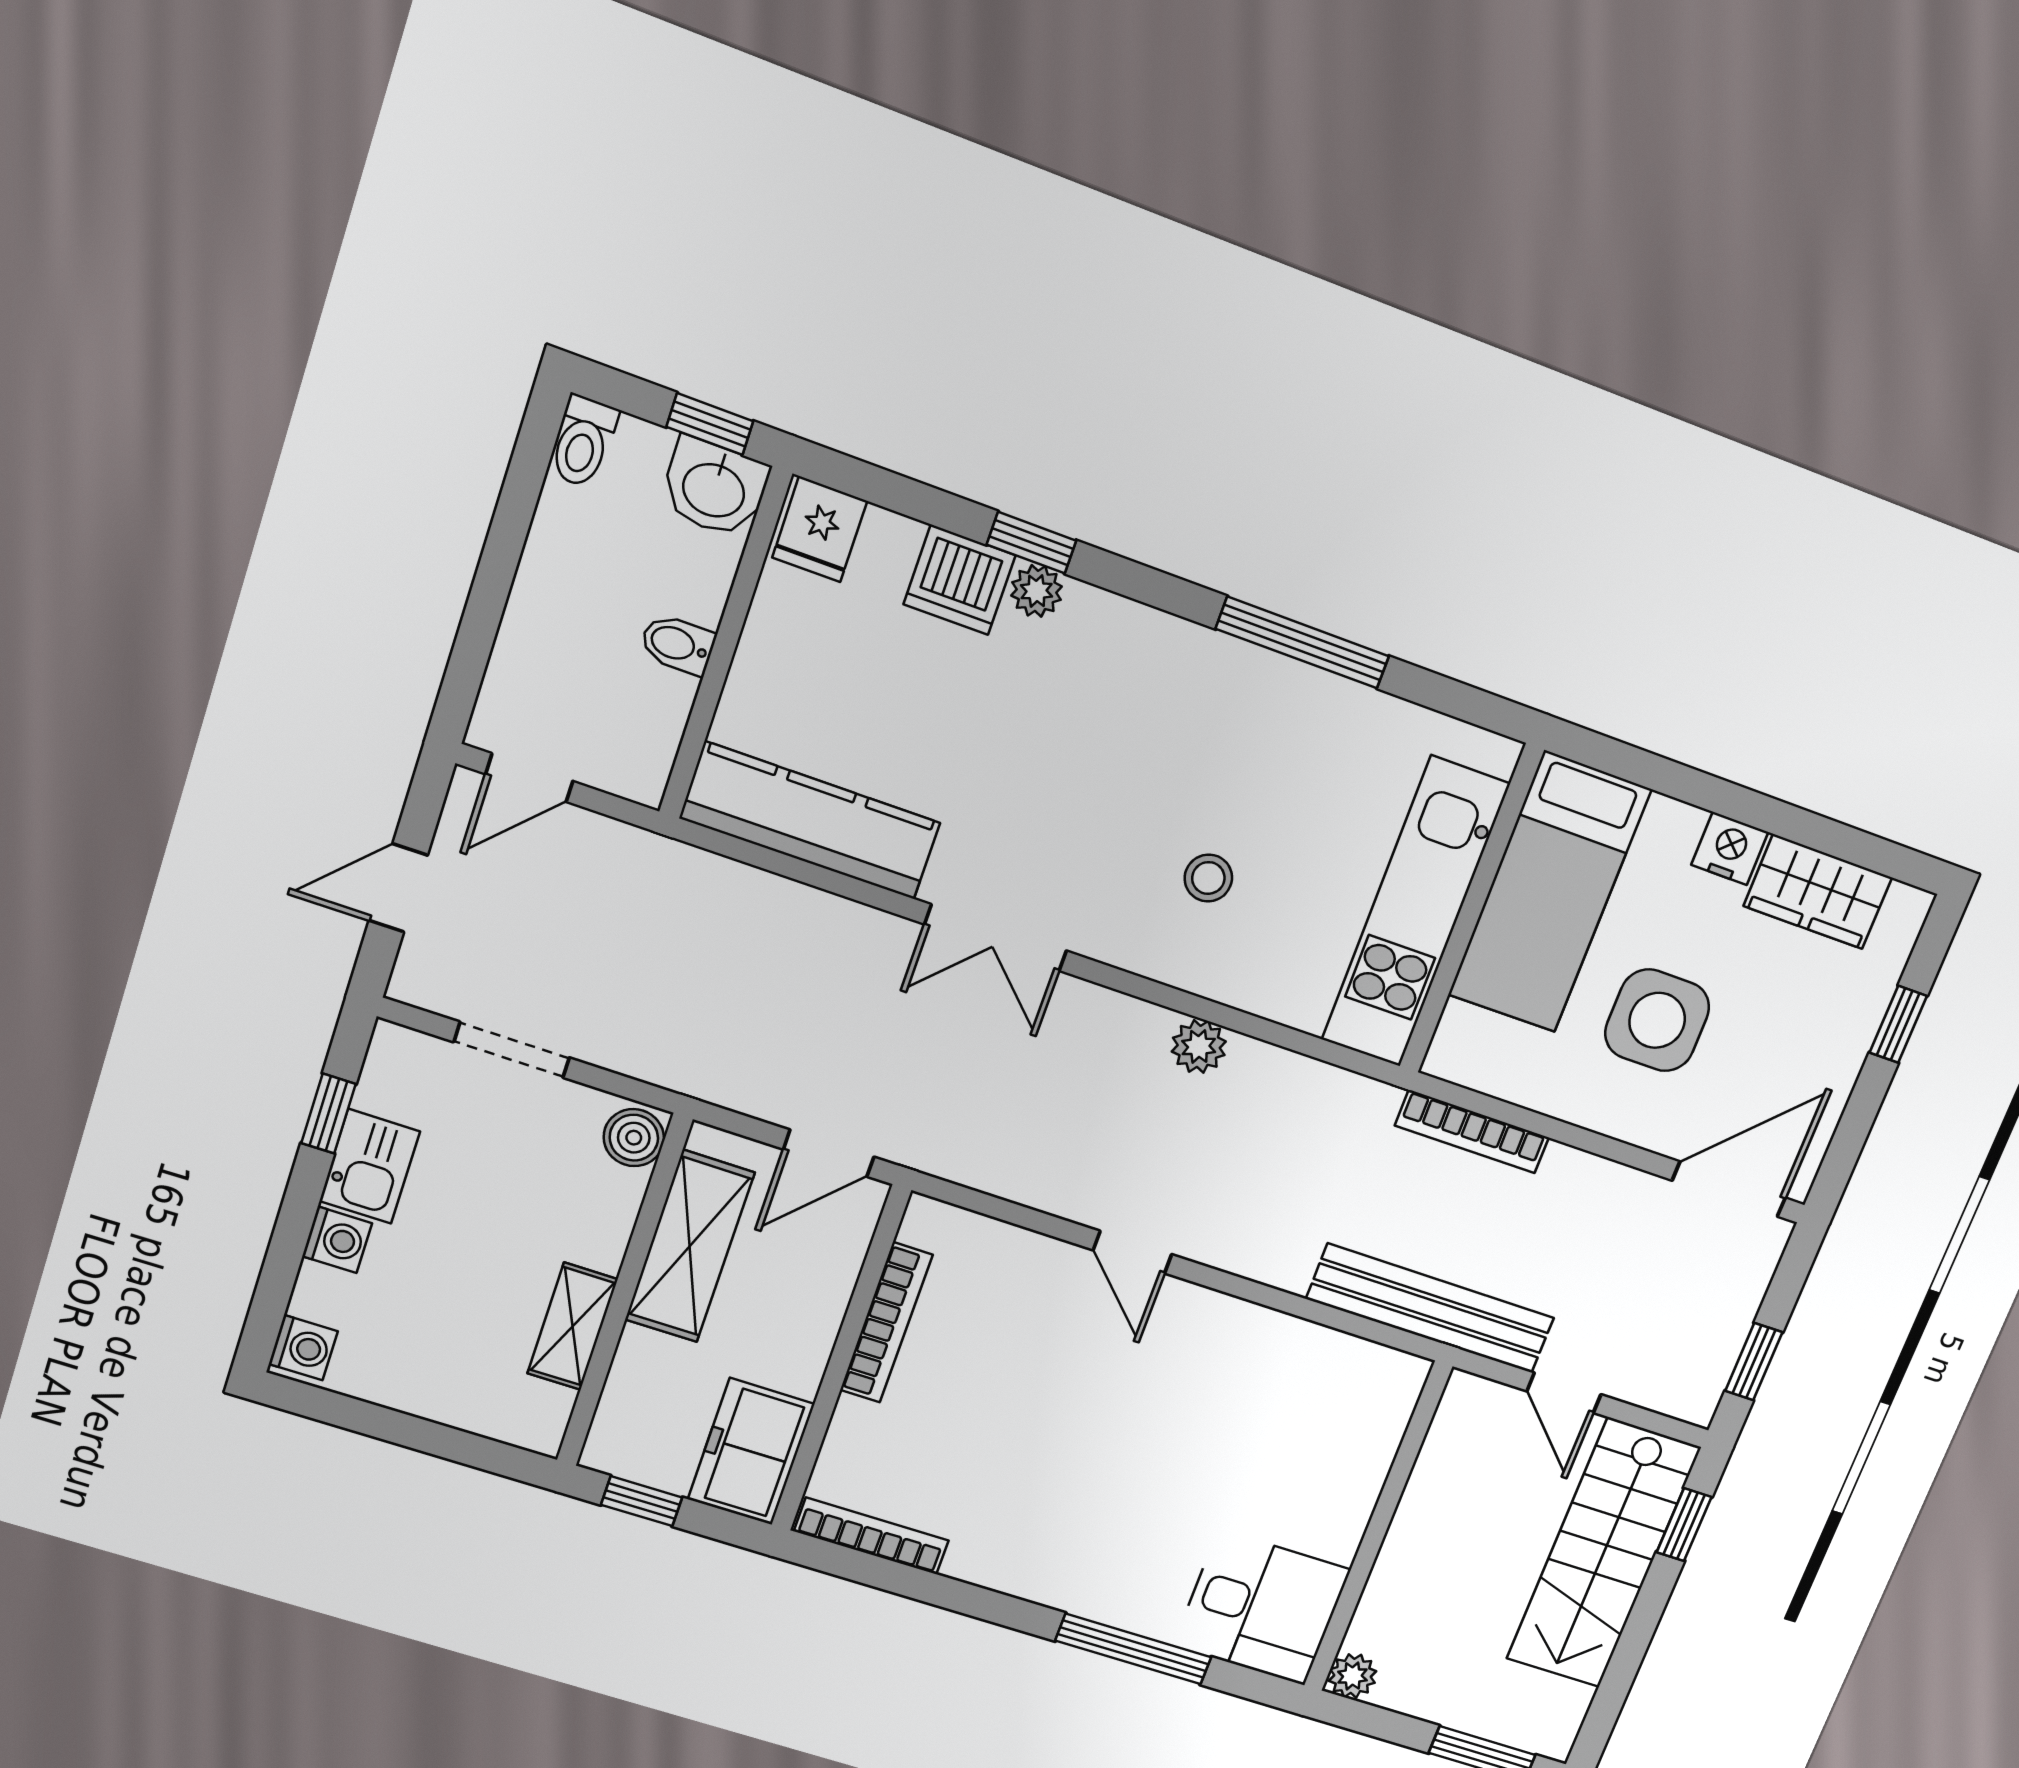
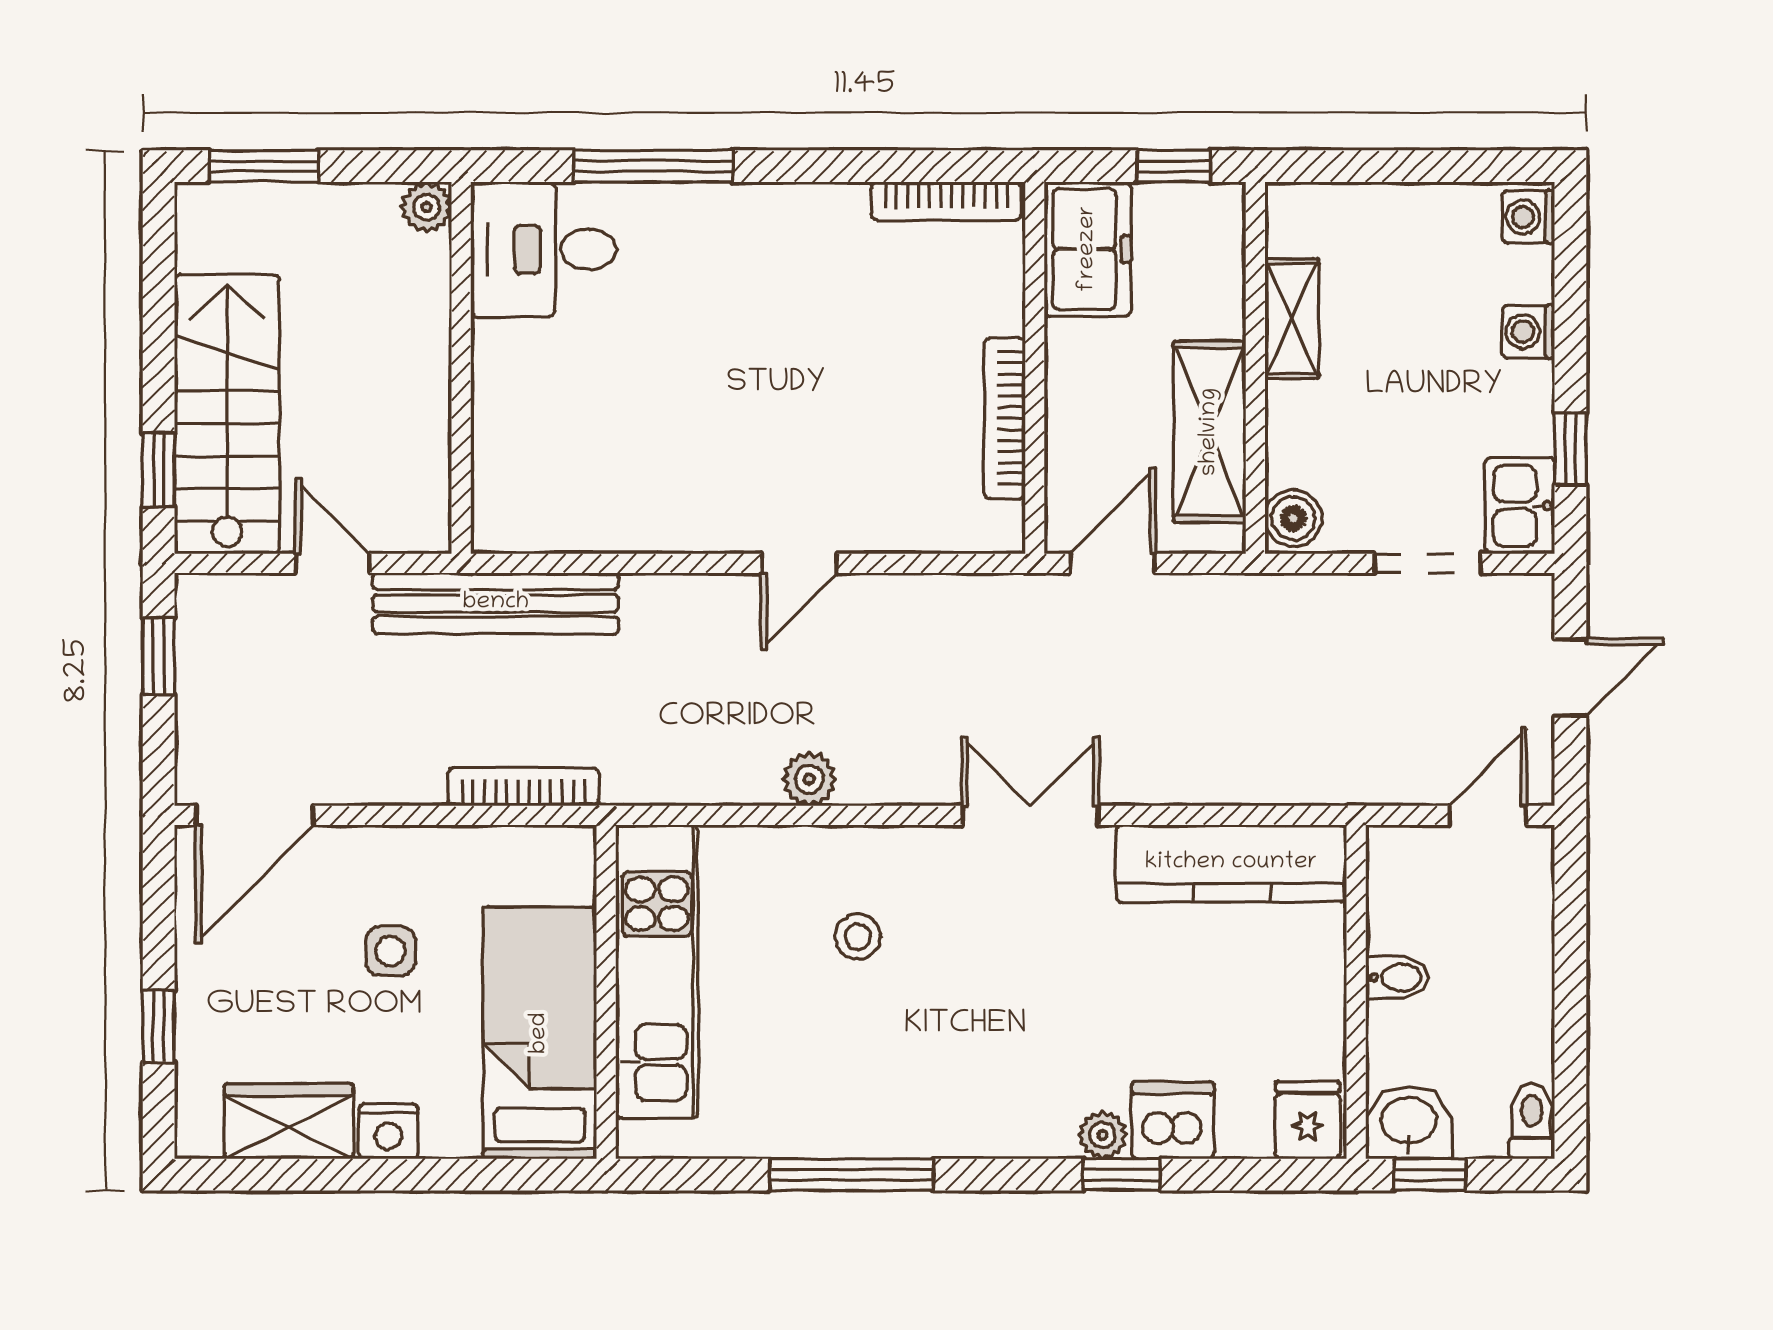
side table: (1657, 1020) -> (391, 951), width x0.54, depth x0.54
kitchen sink: (370, 1166) -> (1520, 506), moved
door: (1132, 1252) -> (799, 563), swing flipped

